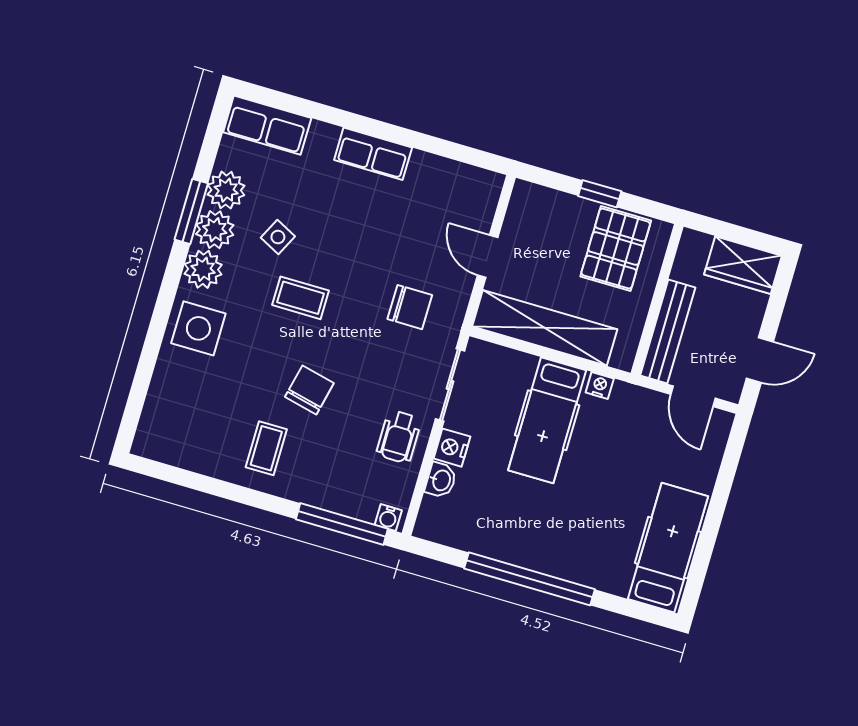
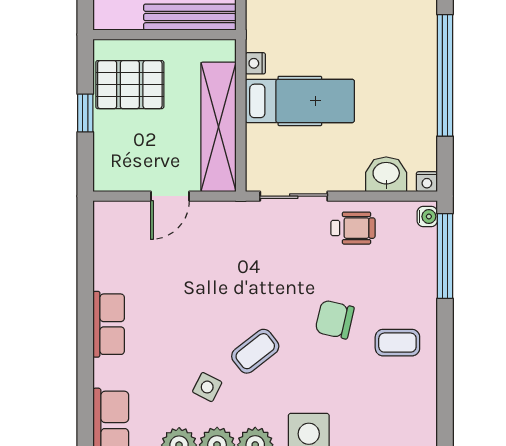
coffee table: (301, 298) -> (255, 351), turned 52
chair: (410, 307) -> (235, 252), removed
nightstand: (452, 448) -> (427, 182), moved, width x0.72, depth x0.74
washbasin: (441, 480) -> (386, 174), width x1.38, depth x1.45

